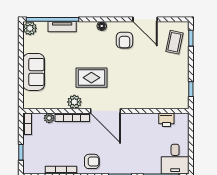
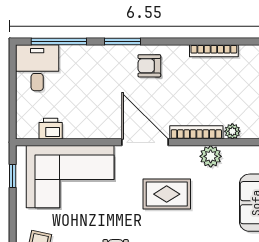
corner sofa: (154, 89) -> (70, 177), added
plant: (74, 102) -> (211, 156), moved
armchair: (92, 161) -> (149, 66), moved

